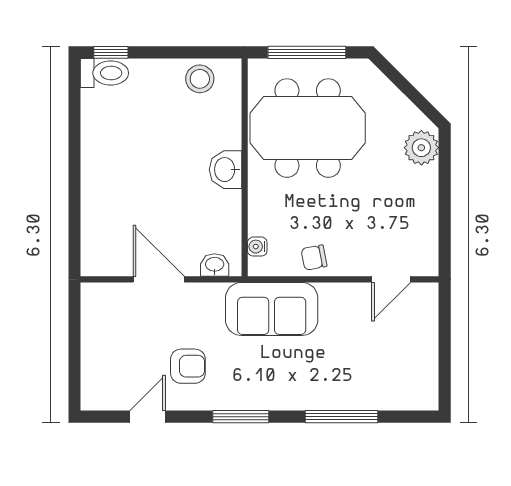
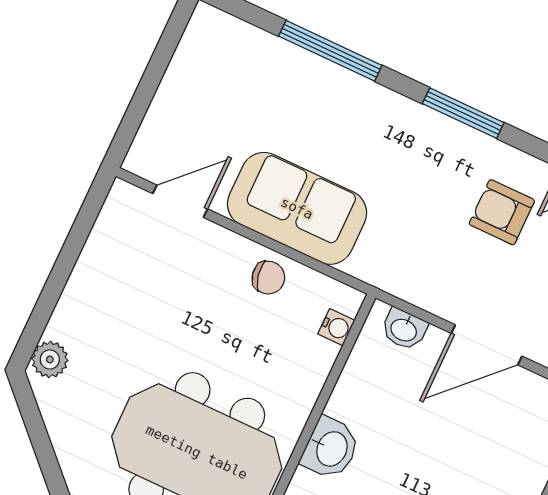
plant: (421, 148) -> (50, 360), width x0.73, depth x0.73
door: (159, 279) -> (487, 345), hinge flipped
sofa: (272, 309) -> (297, 208), moved

